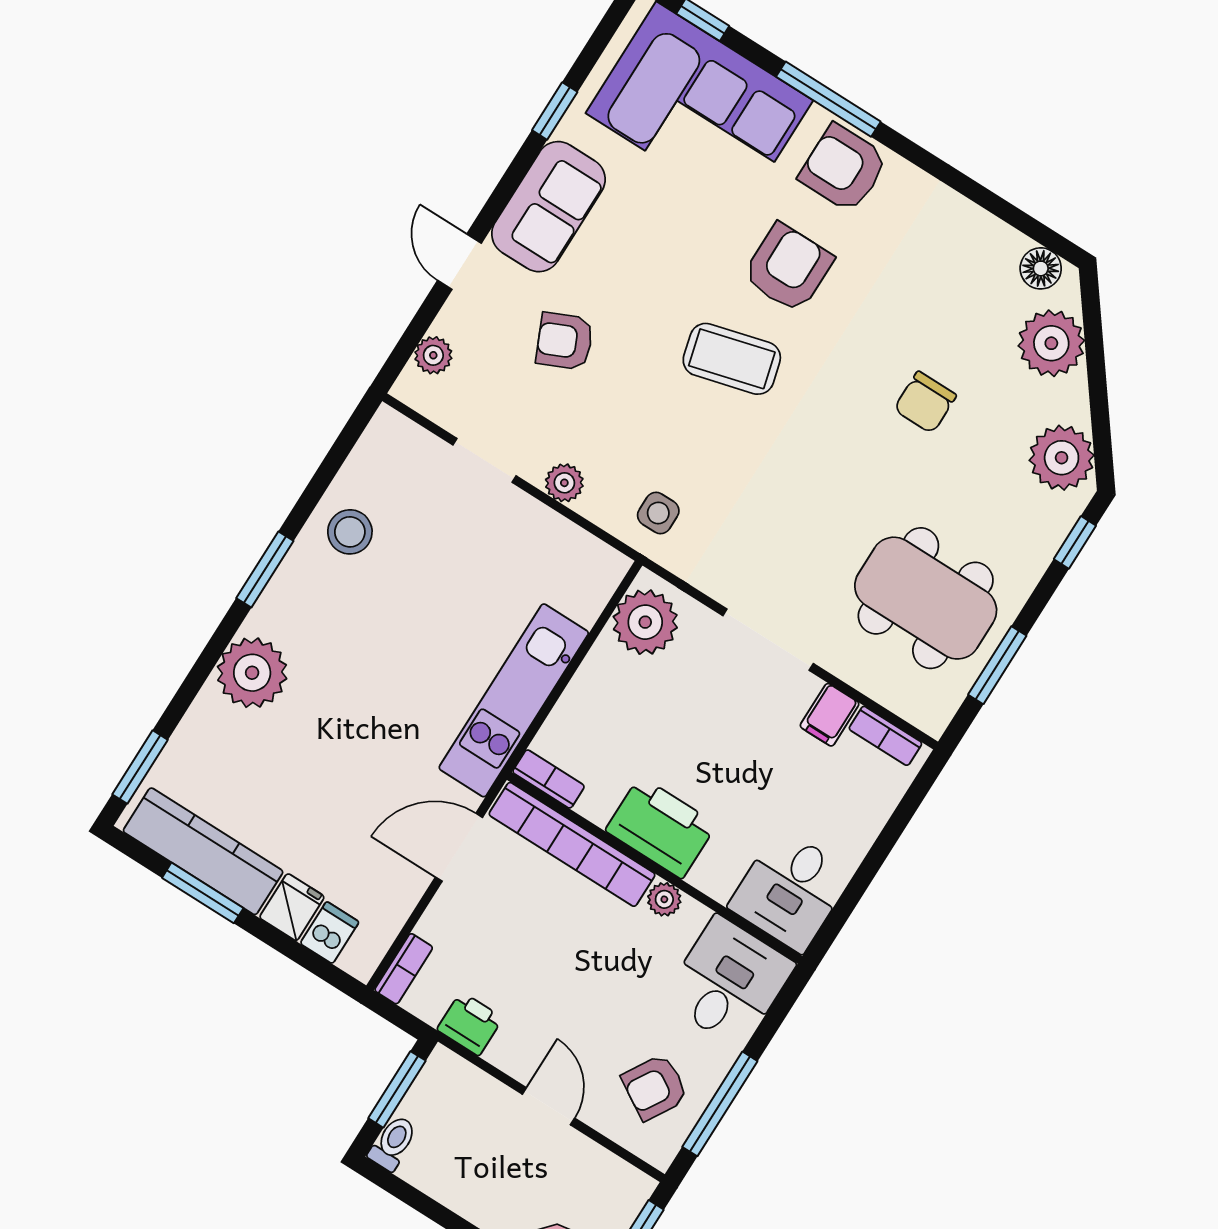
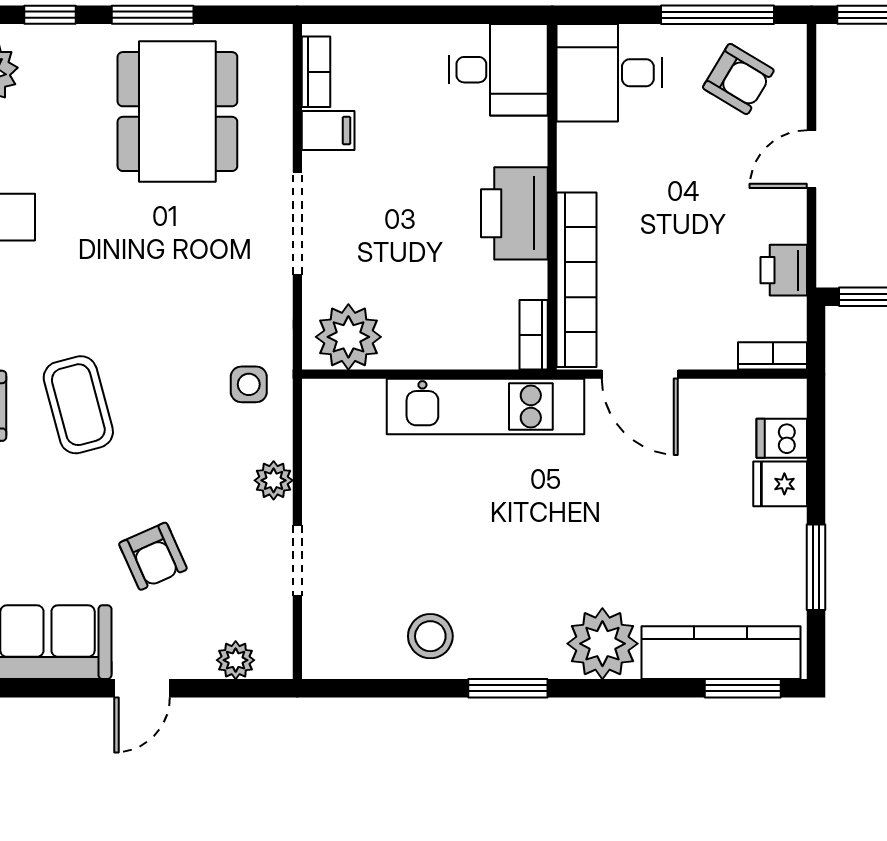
window: (997, 665) -> (153, 15), moved
kitchen counter: (203, 851) -> (721, 653), moved, turned 90
plant: (664, 899) -> (574, 172), removed

